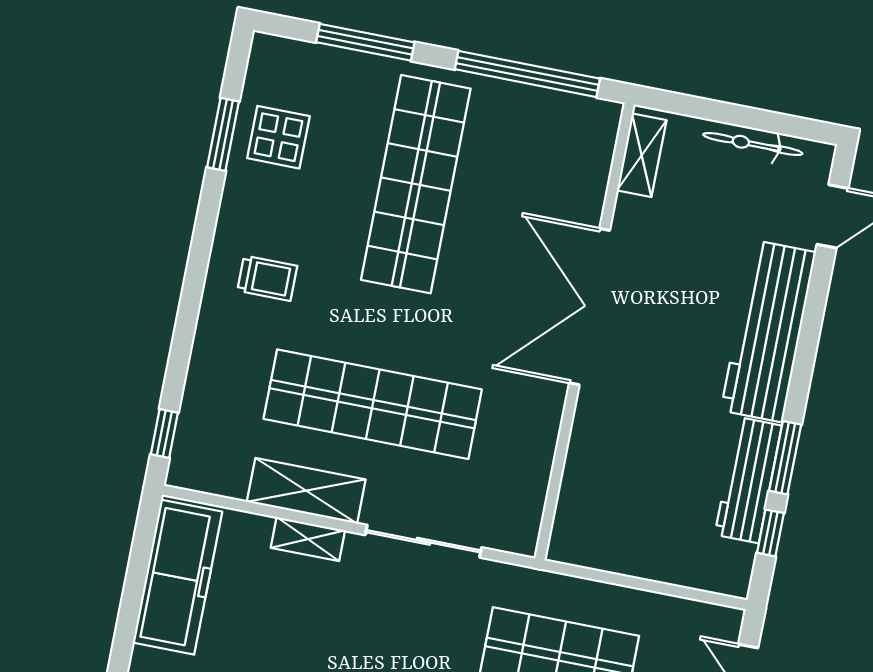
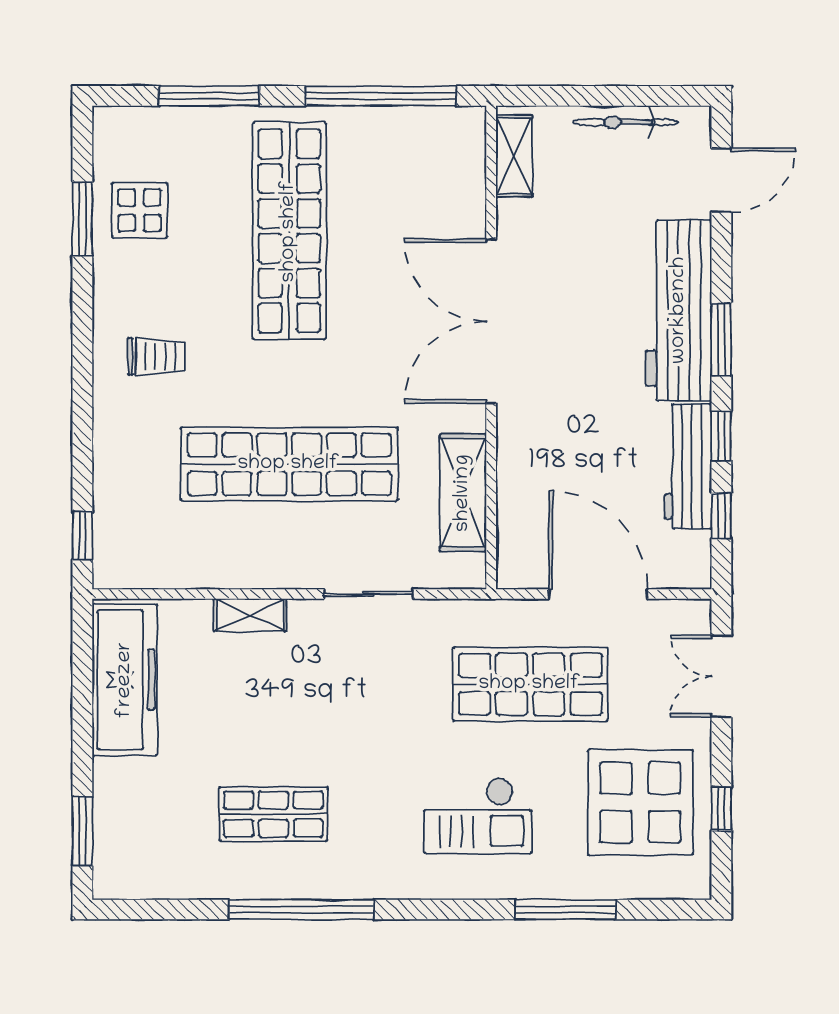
window: (803, 366) -> (721, 339), added
window: (785, 458) -> (721, 436), width x0.67
shelving: (306, 491) -> (463, 493), moved, turned 90
sliding door: (423, 541) -> (369, 594), width x0.73
door: (640, 584) -> (598, 594), added

